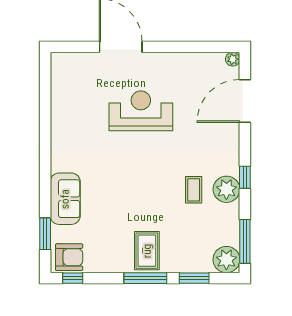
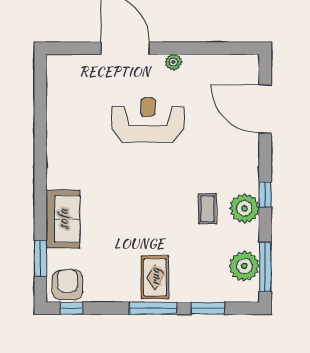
plant: (233, 59) -> (173, 62), moved
door: (245, 101) -> (265, 109), hinge flipped
armchair: (69, 257) -> (67, 285), turned -90
plant: (226, 260) -> (244, 266), moved

